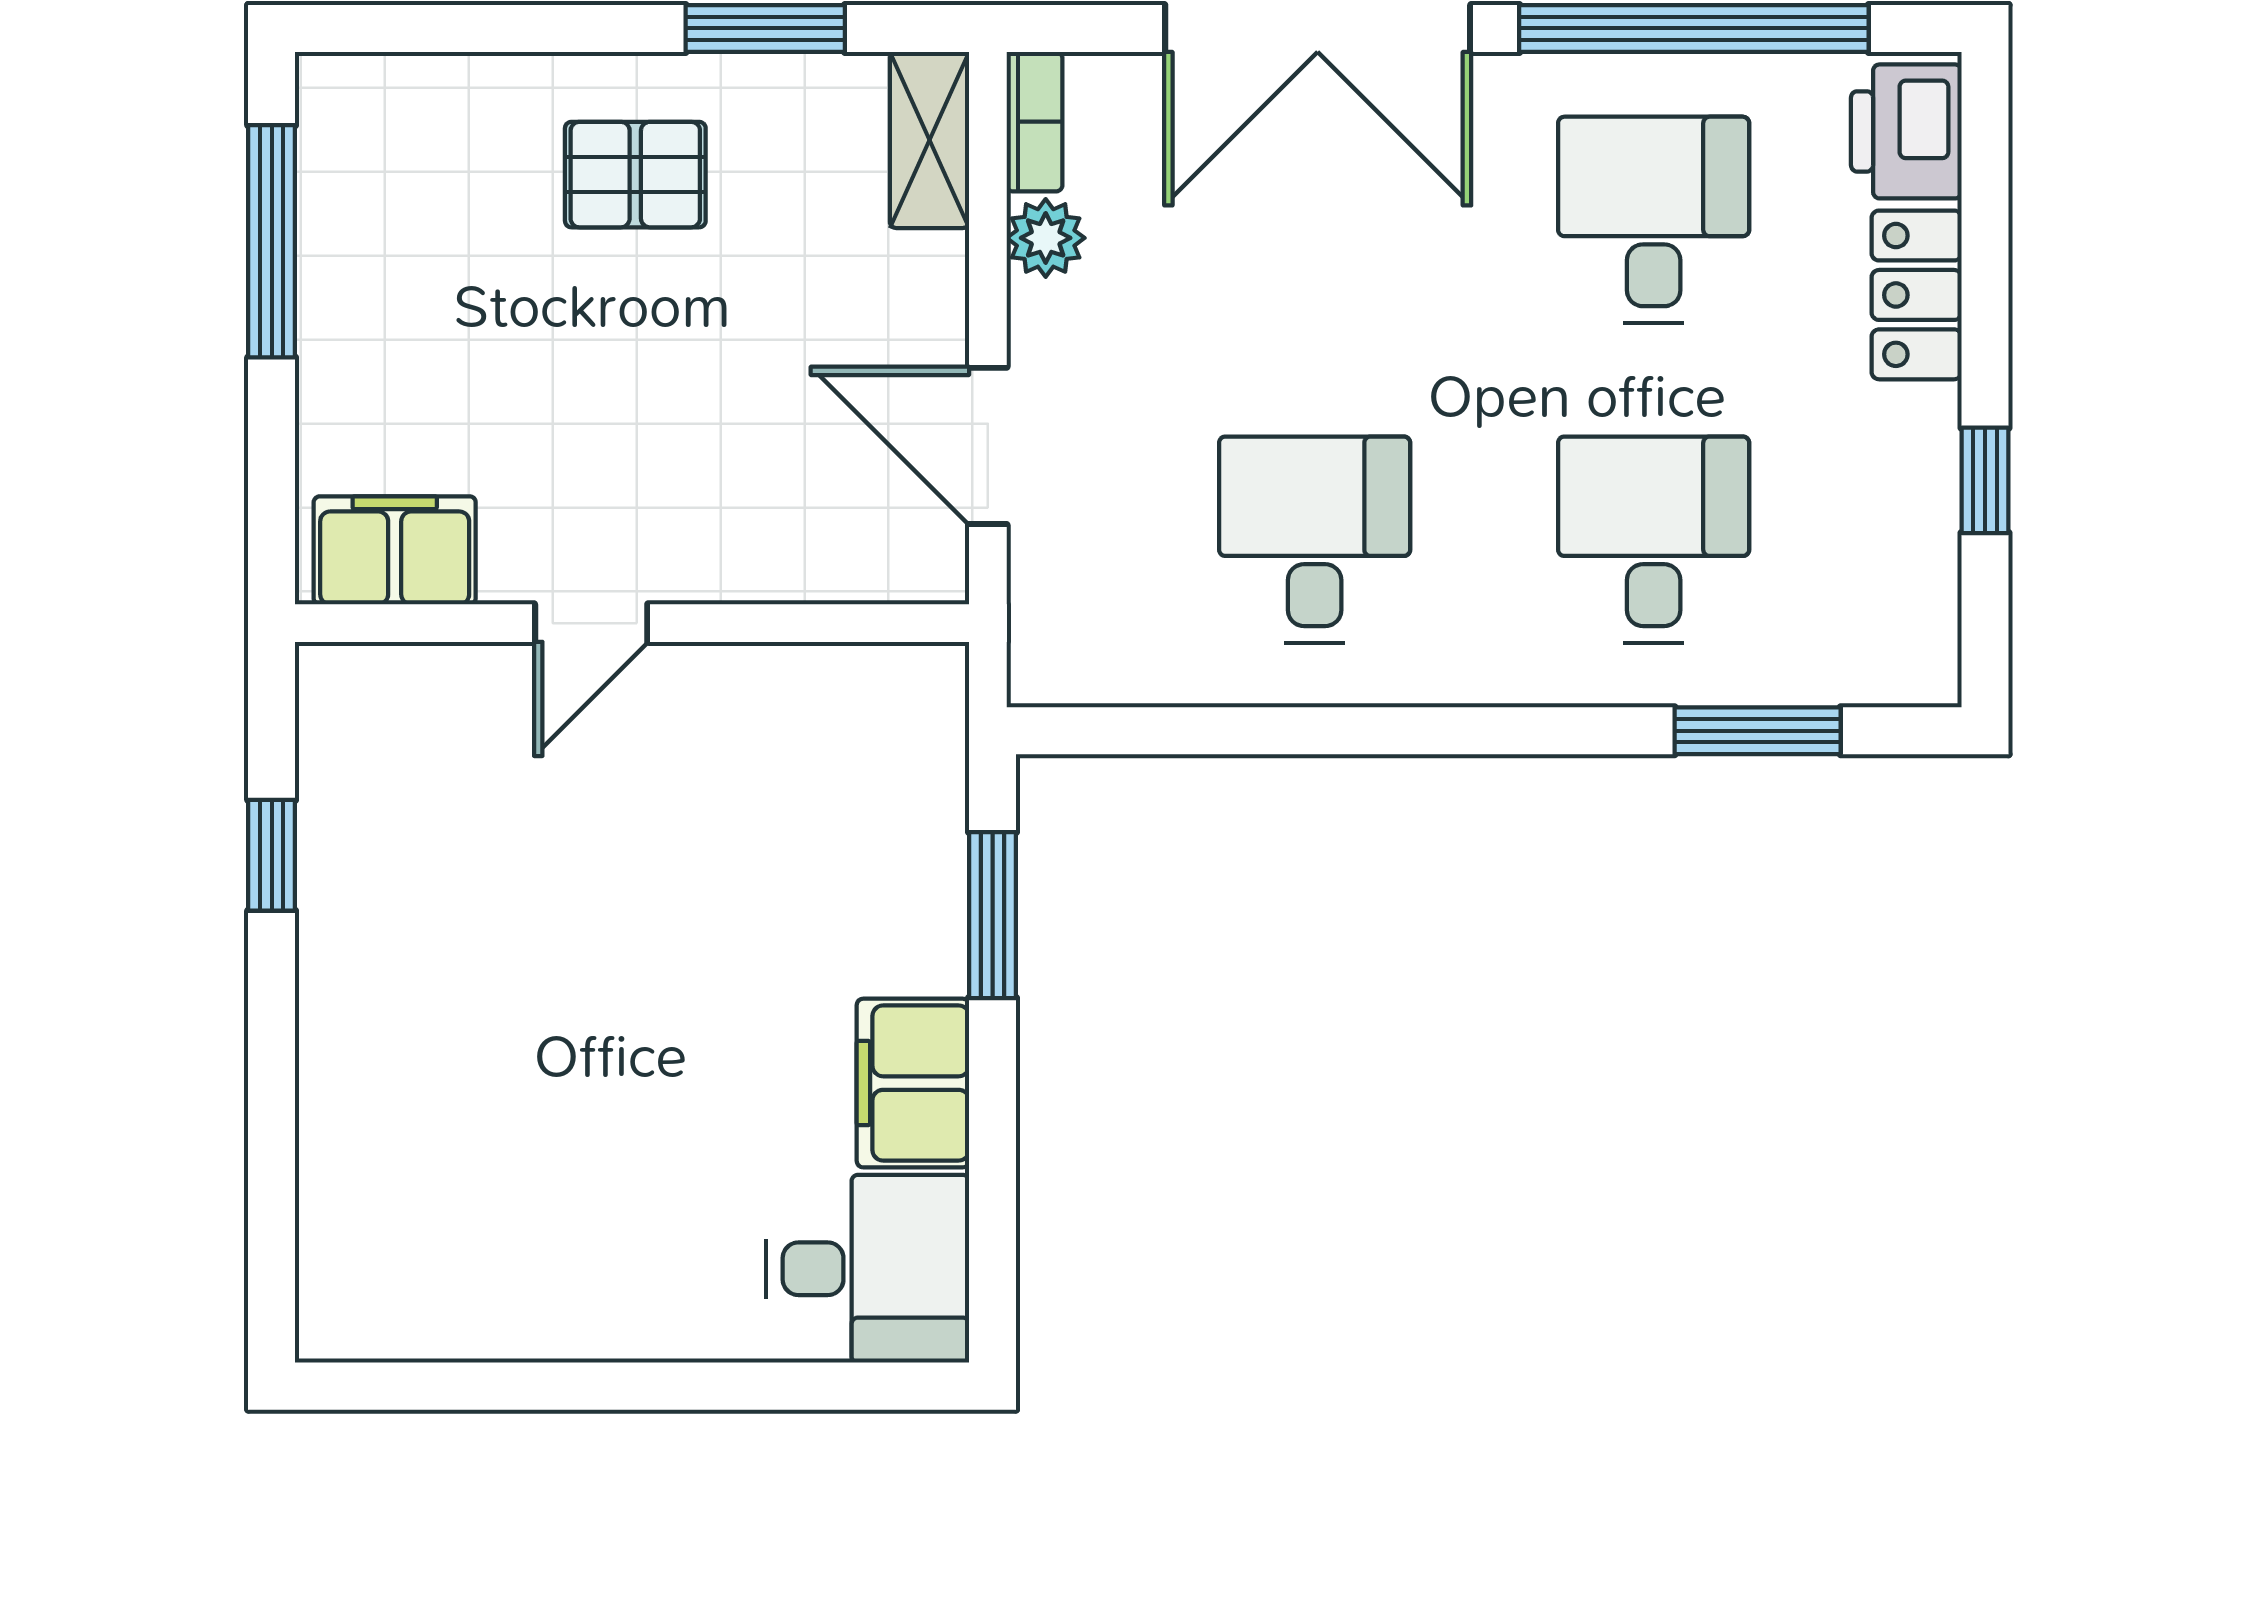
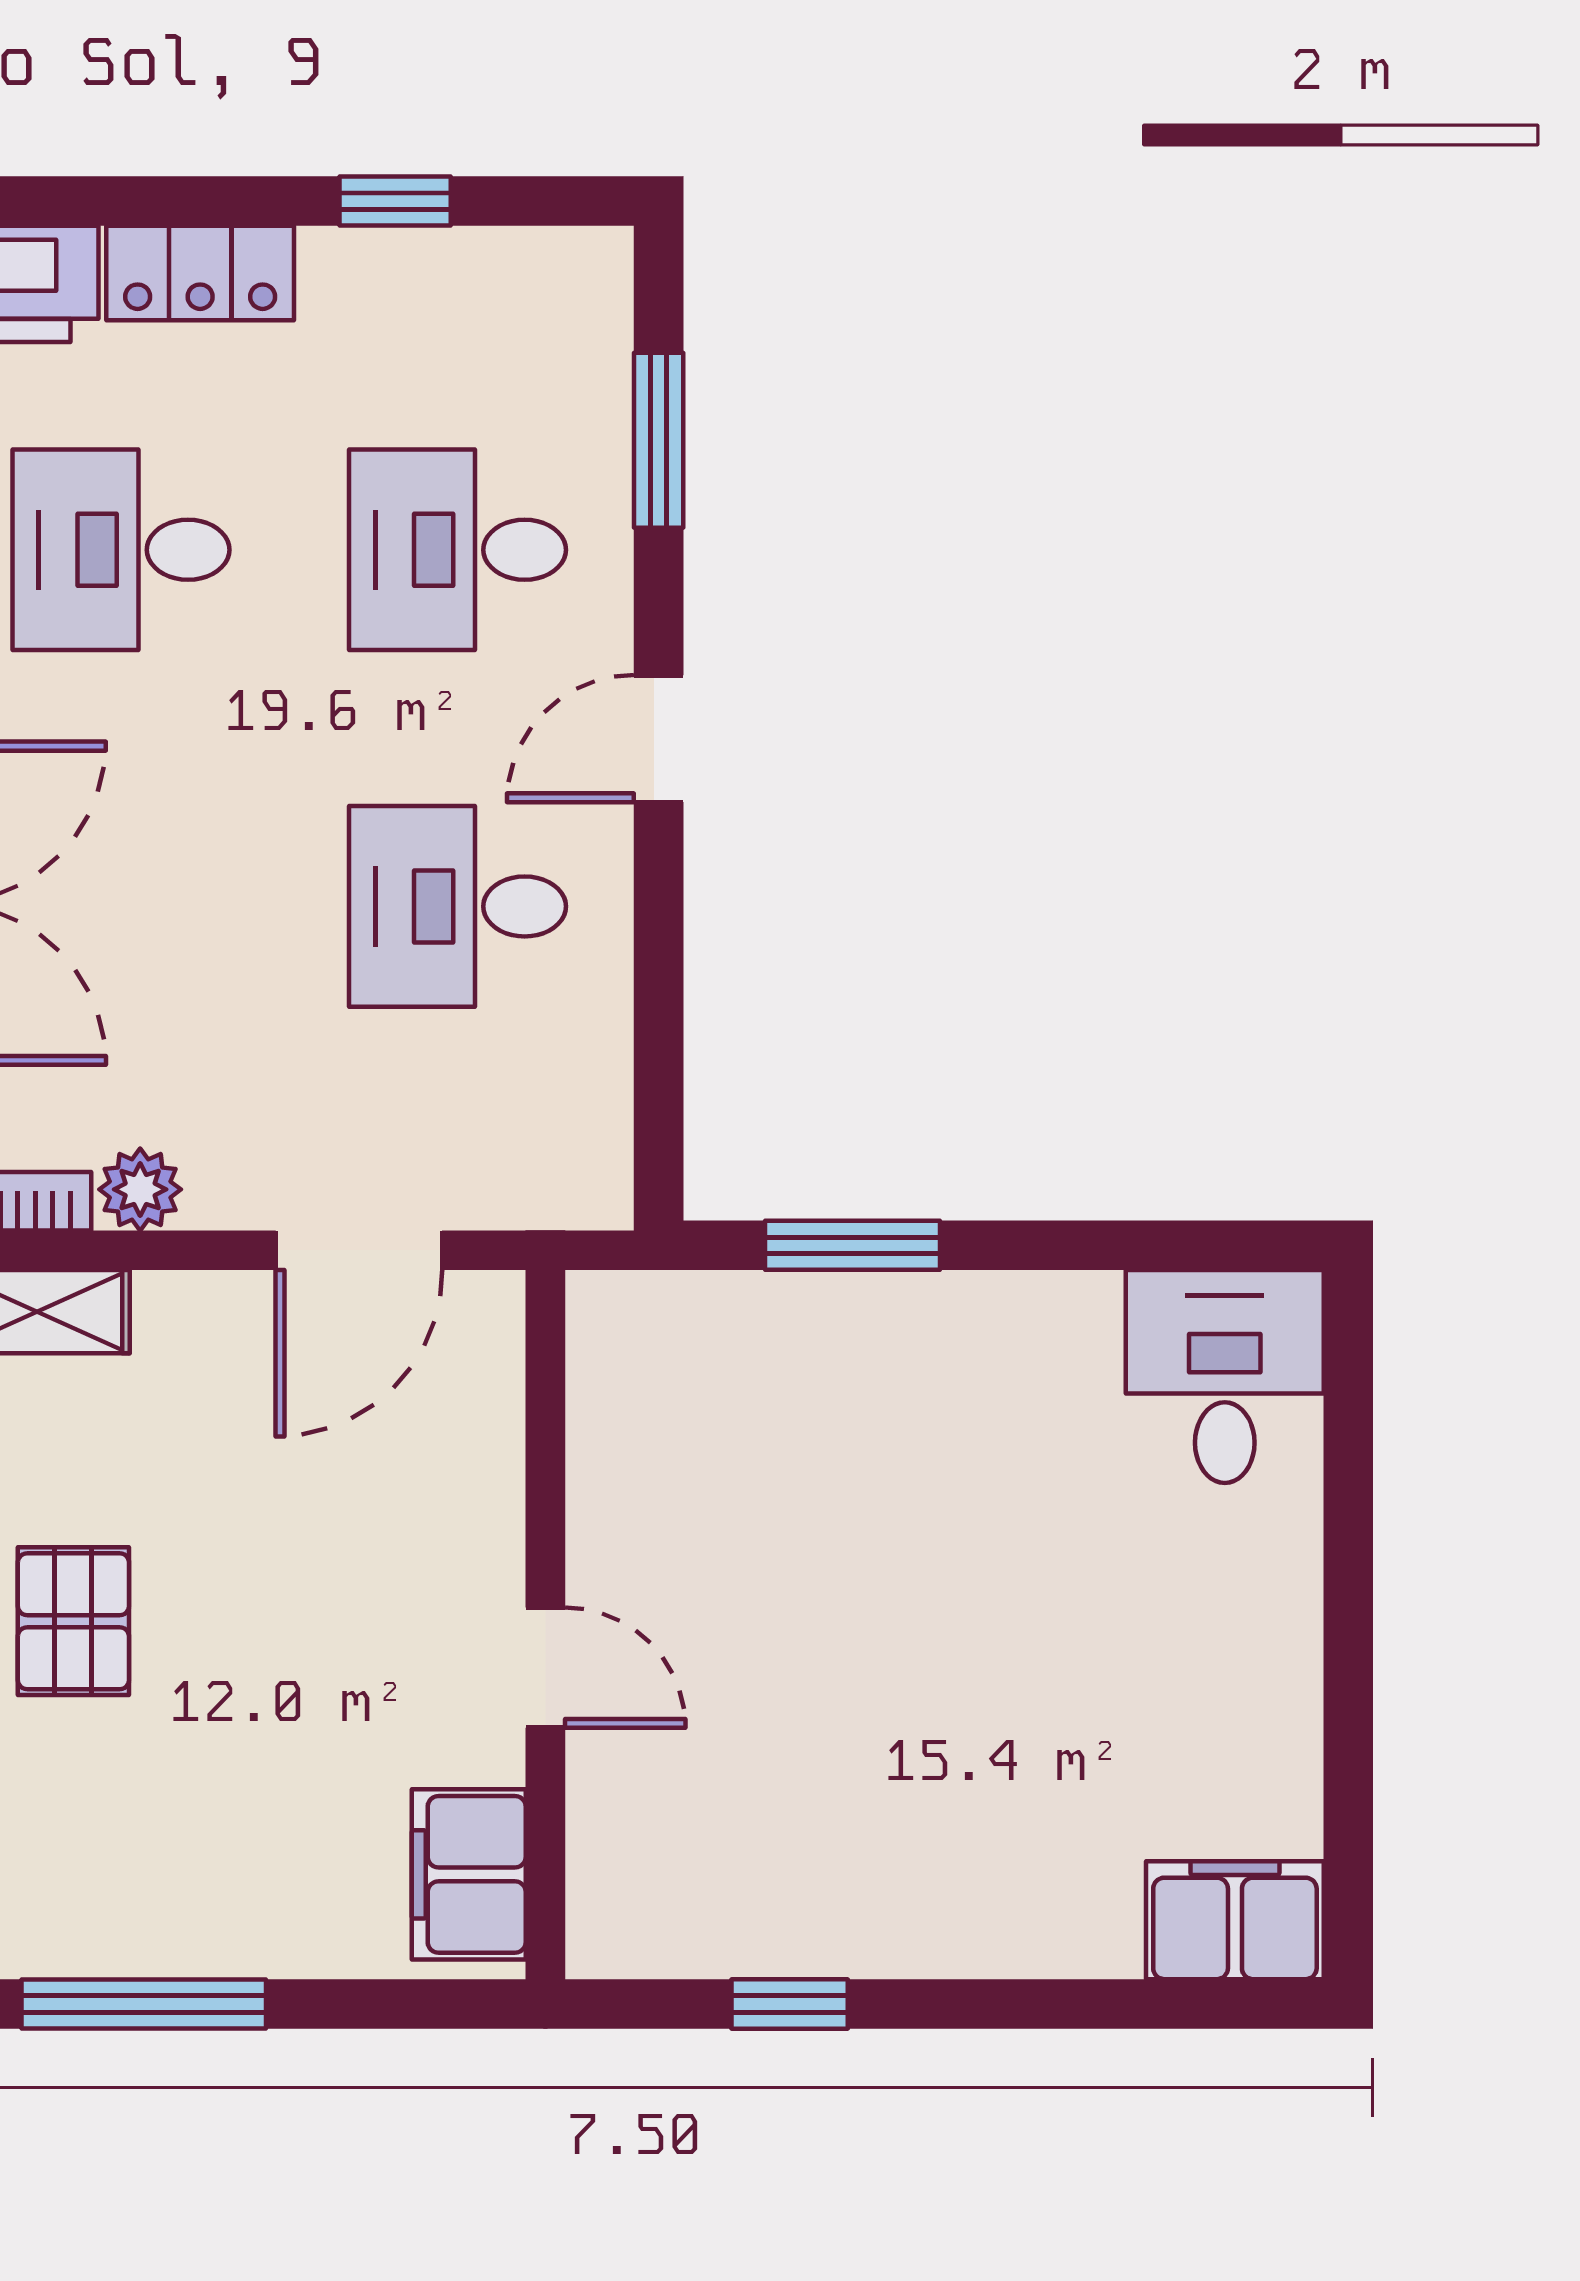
door: (1474, 731) -> (659, 739), added
filing cabinet: (913, 1083) -> (1235, 1920), moved, turned 180

